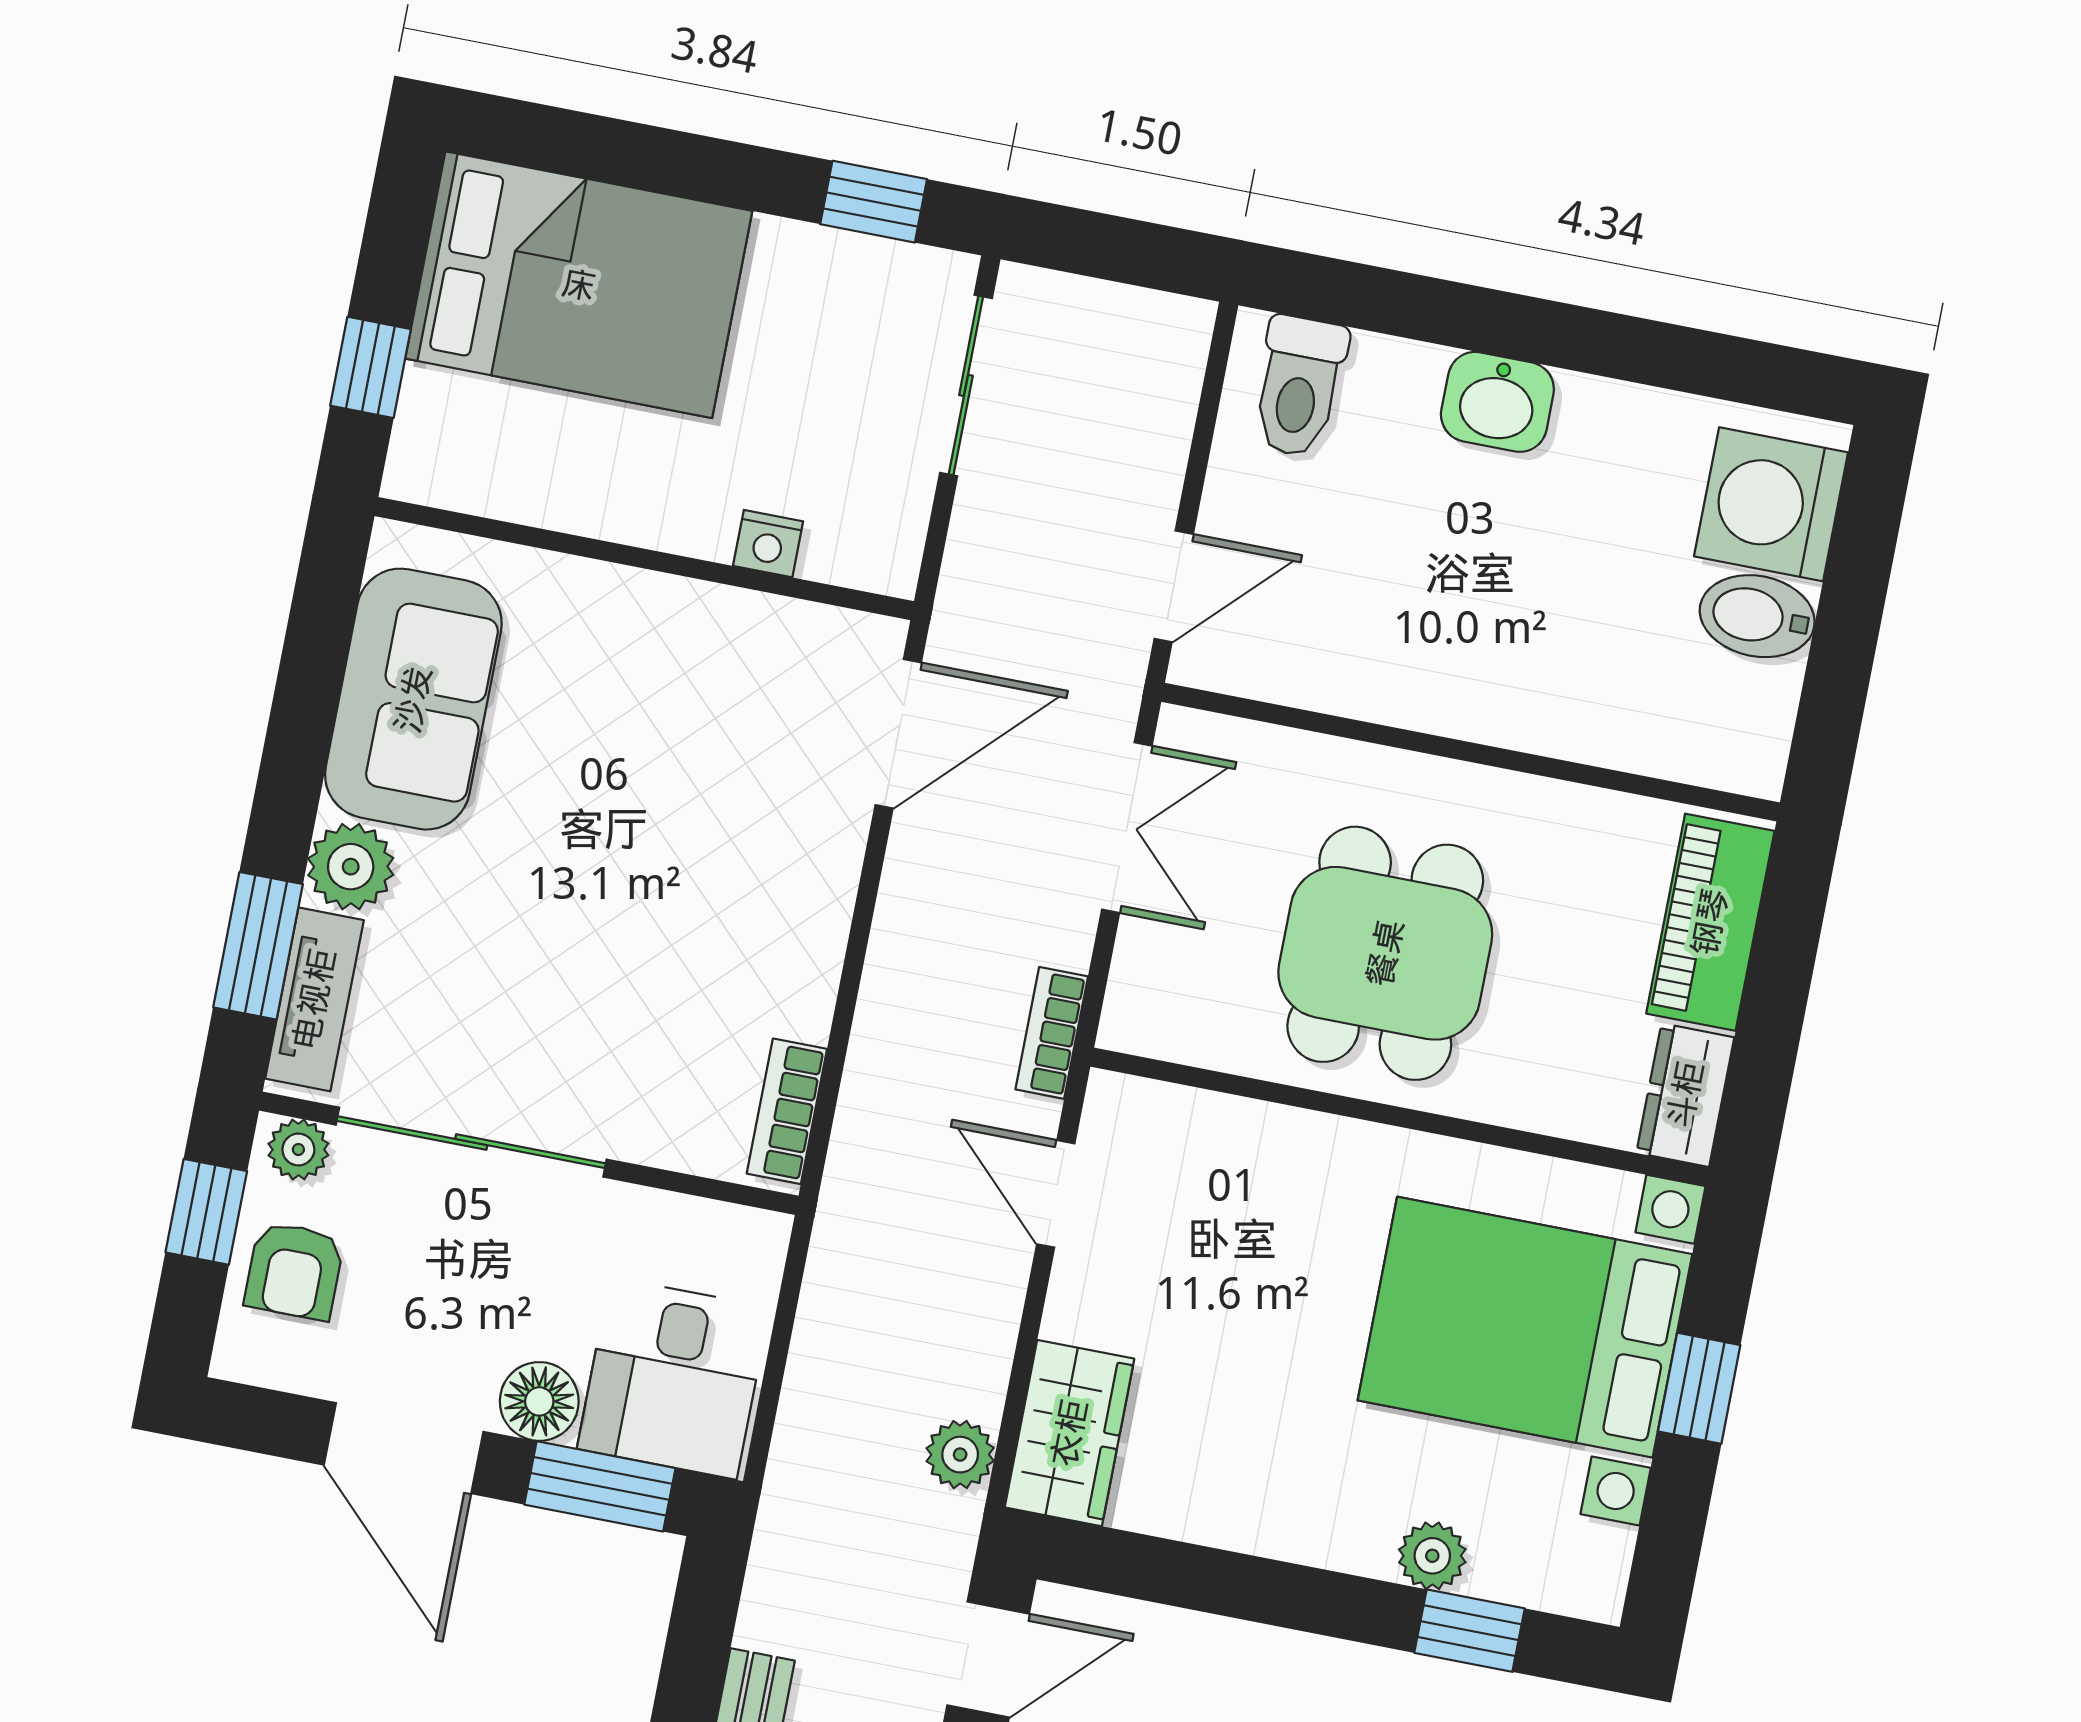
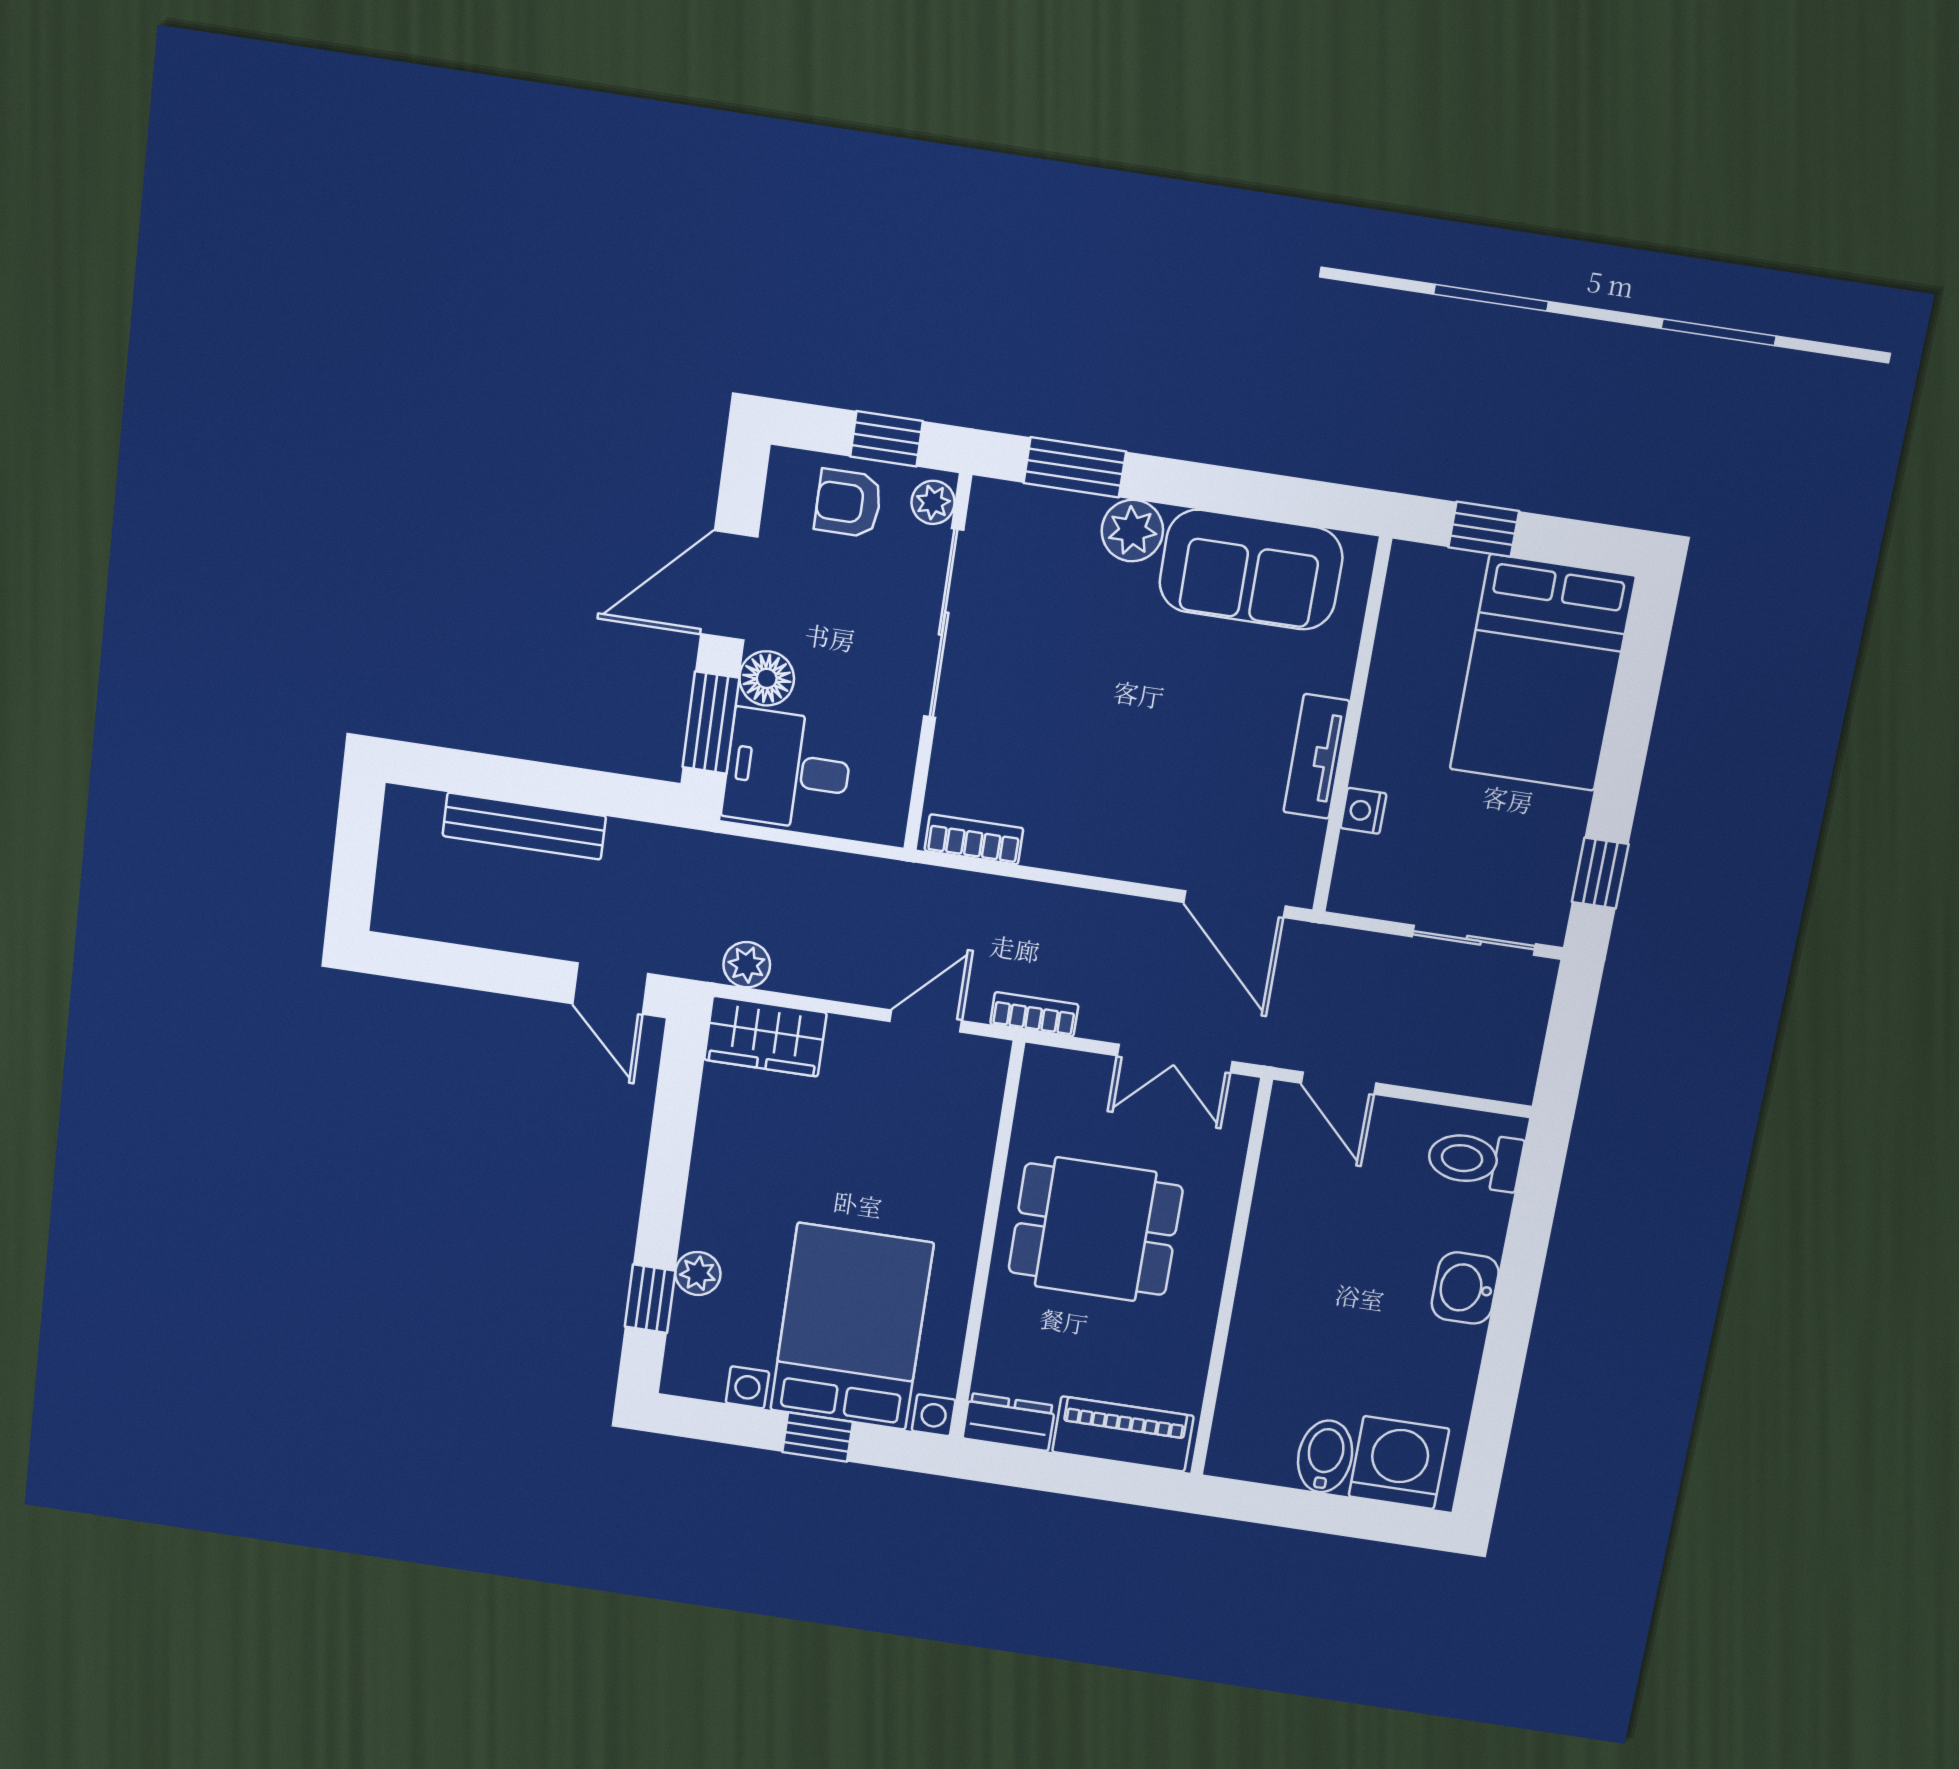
tv unit: (314, 999) -> (1316, 756), moved, turned 90

